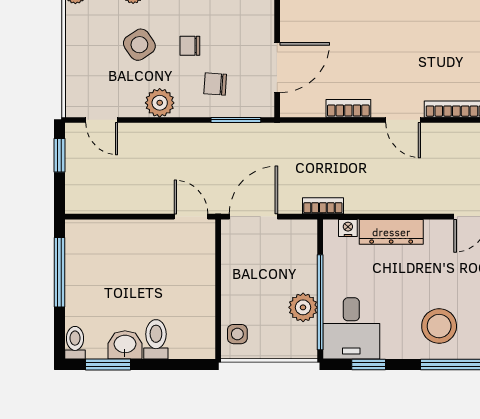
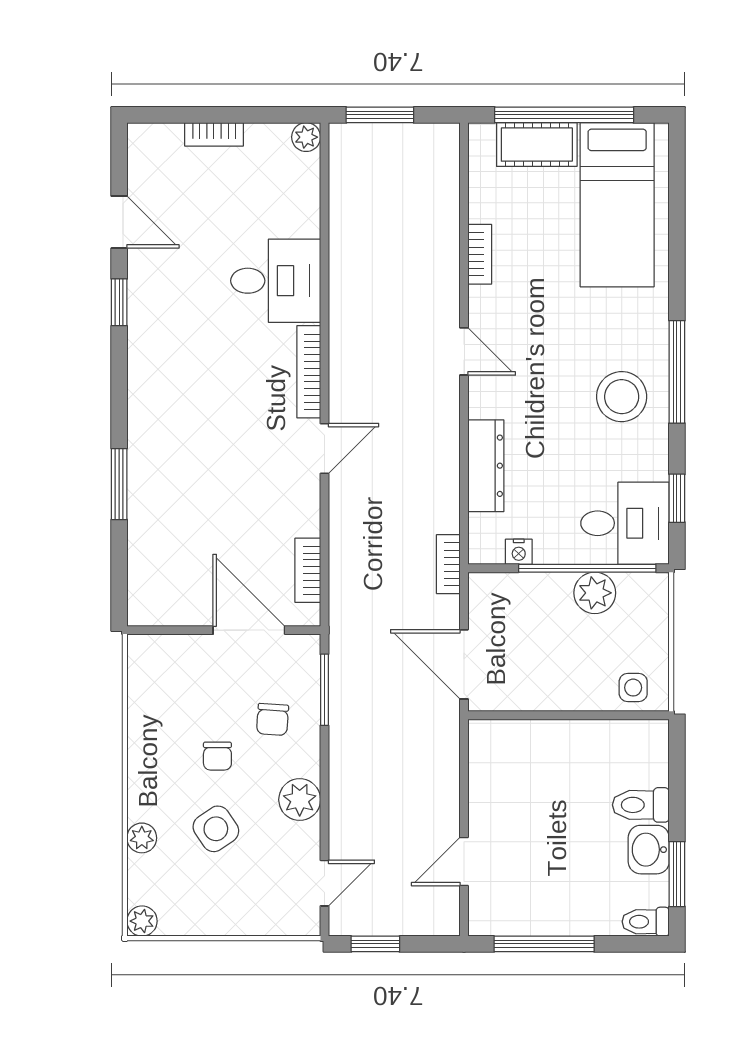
bookcase: (348, 108) -> (308, 570), moved
door: (191, 217) -> (464, 861), moved
nightstand: (348, 228) -> (519, 552), moved, turned -90

